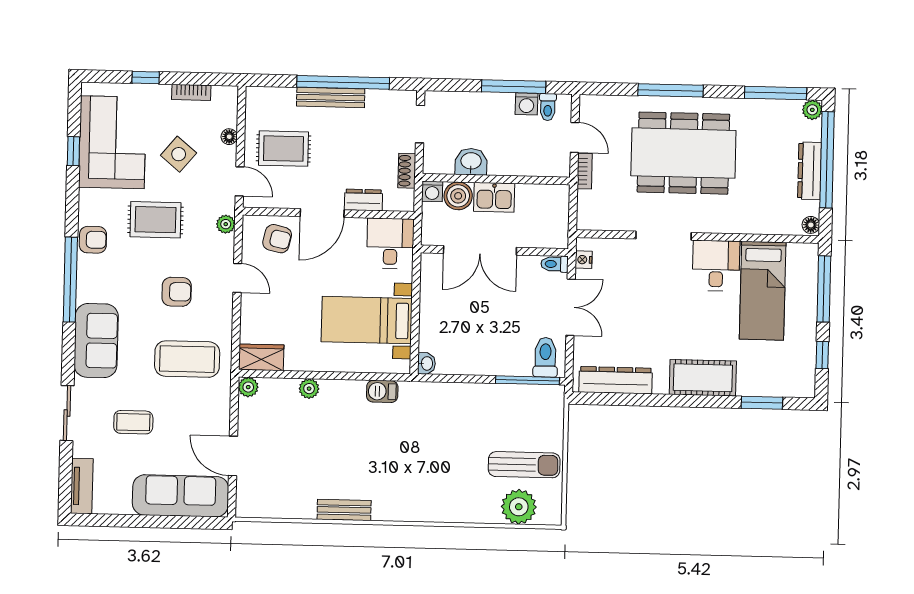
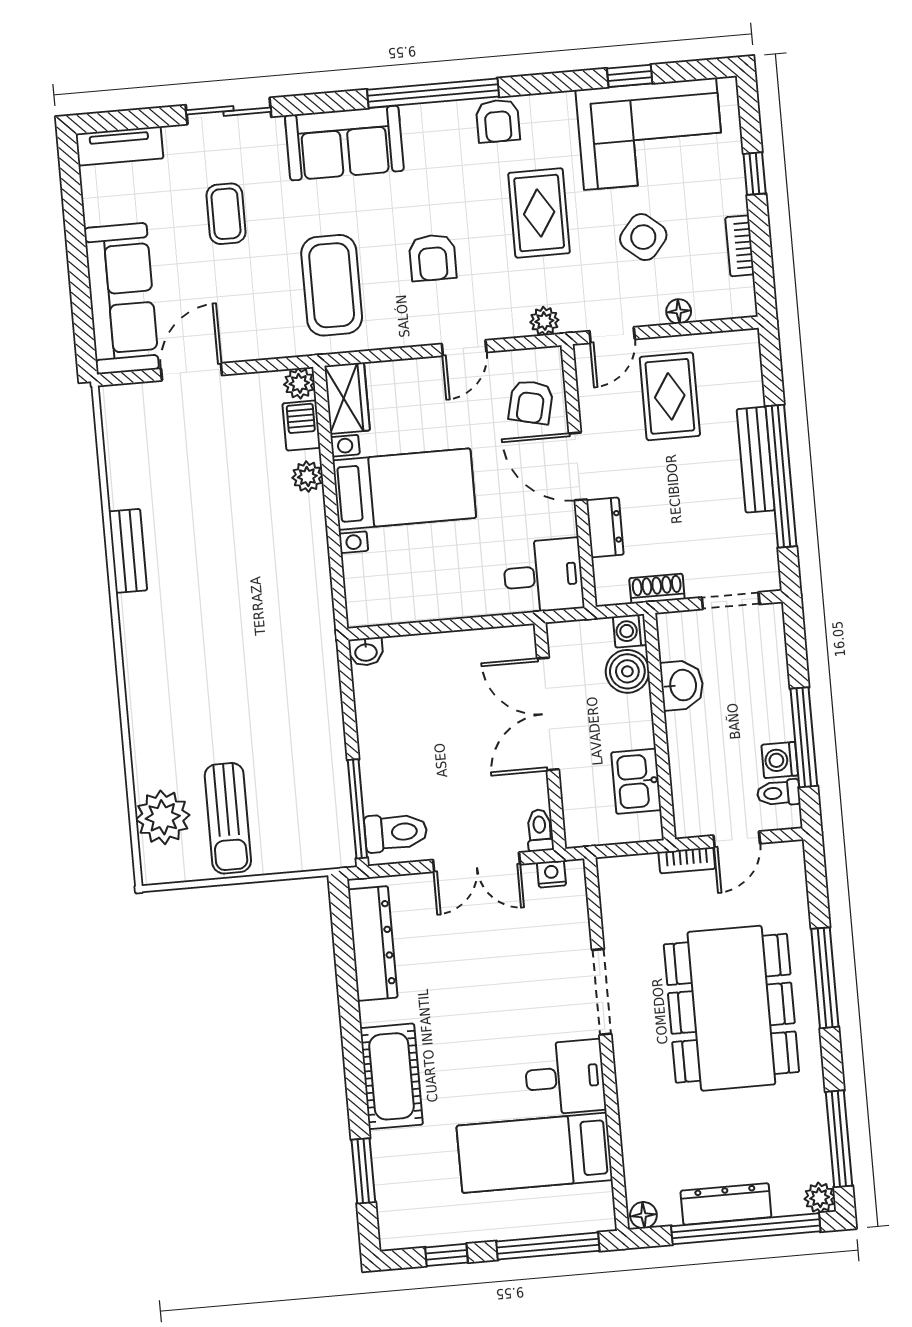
kitchen sink: (494, 197) -> (636, 781), moved
bed with nightstands: (367, 320) -> (404, 489), moved, turned 90
barbecue: (382, 391) -> (301, 426), moved

